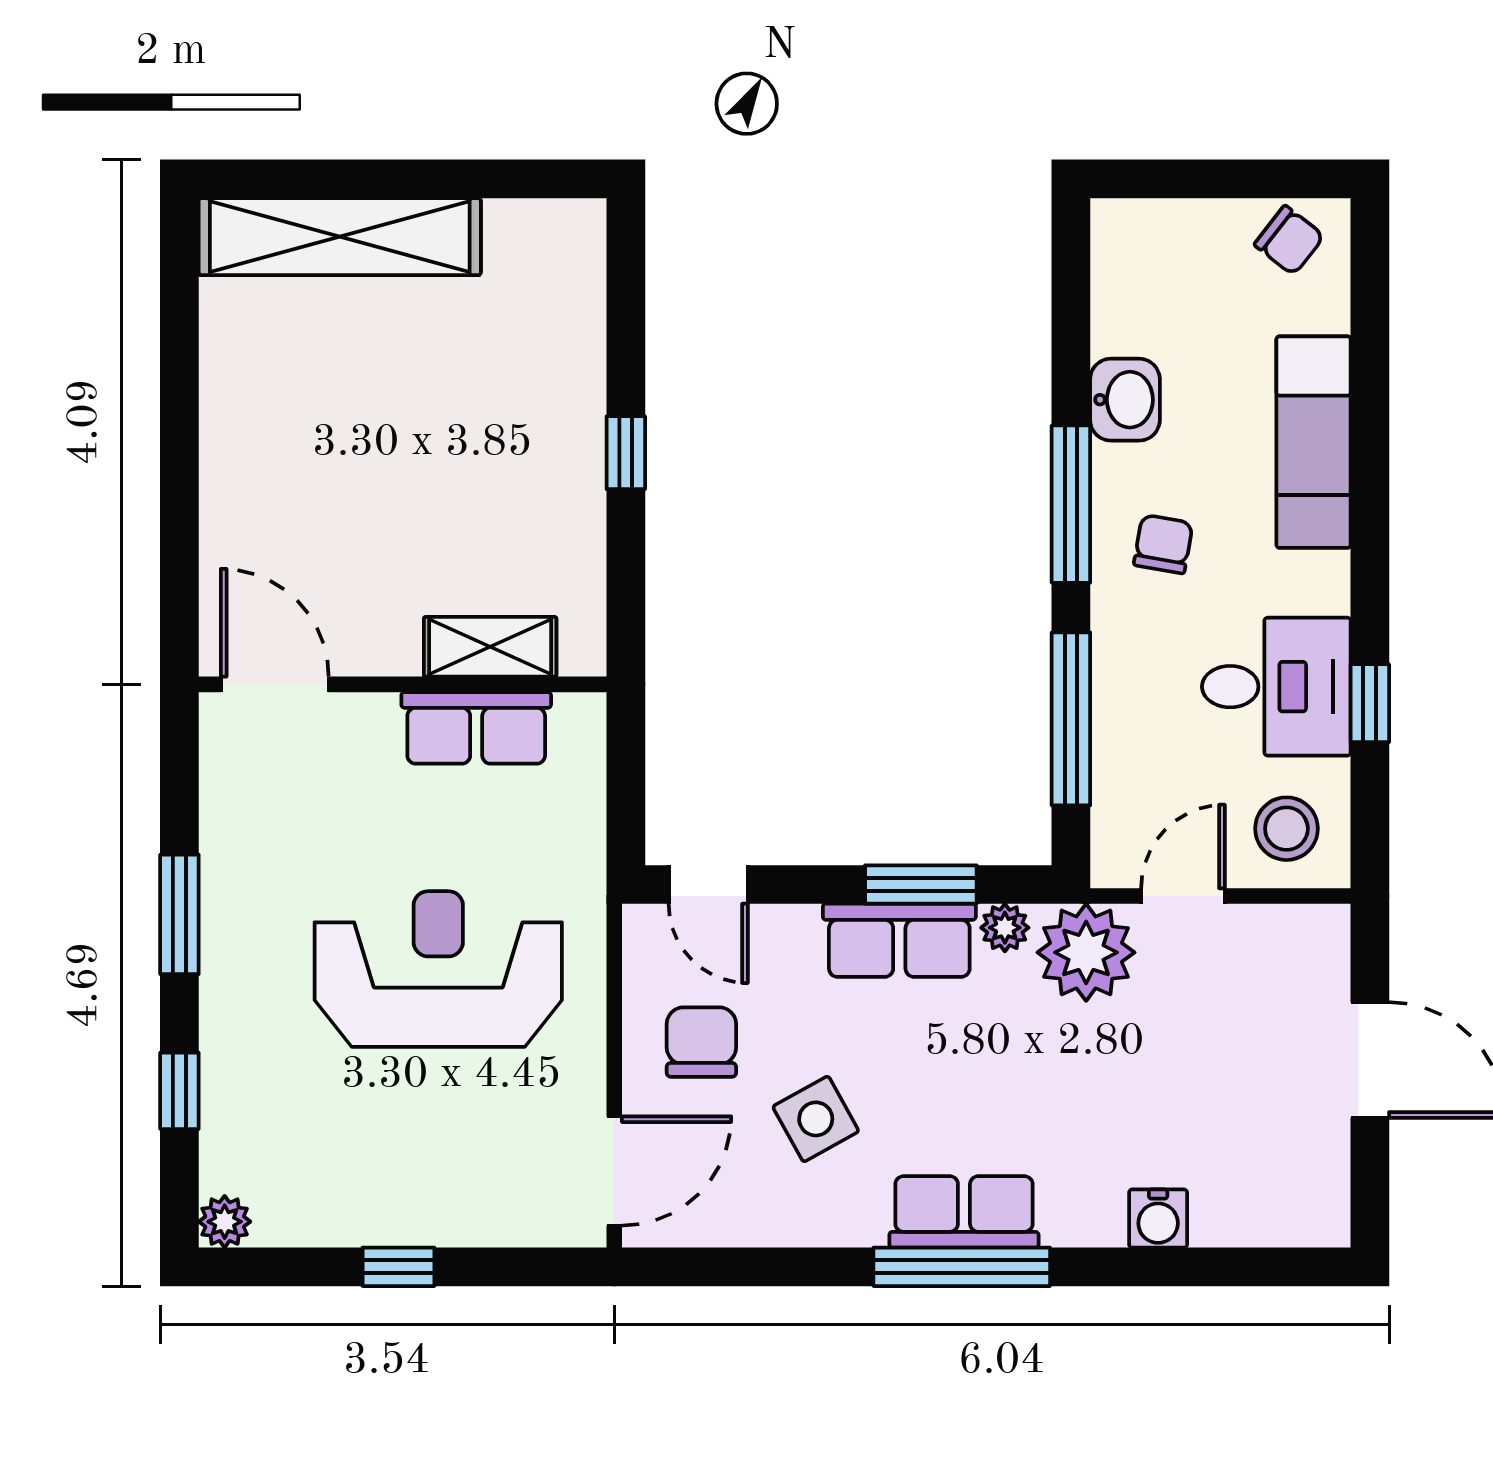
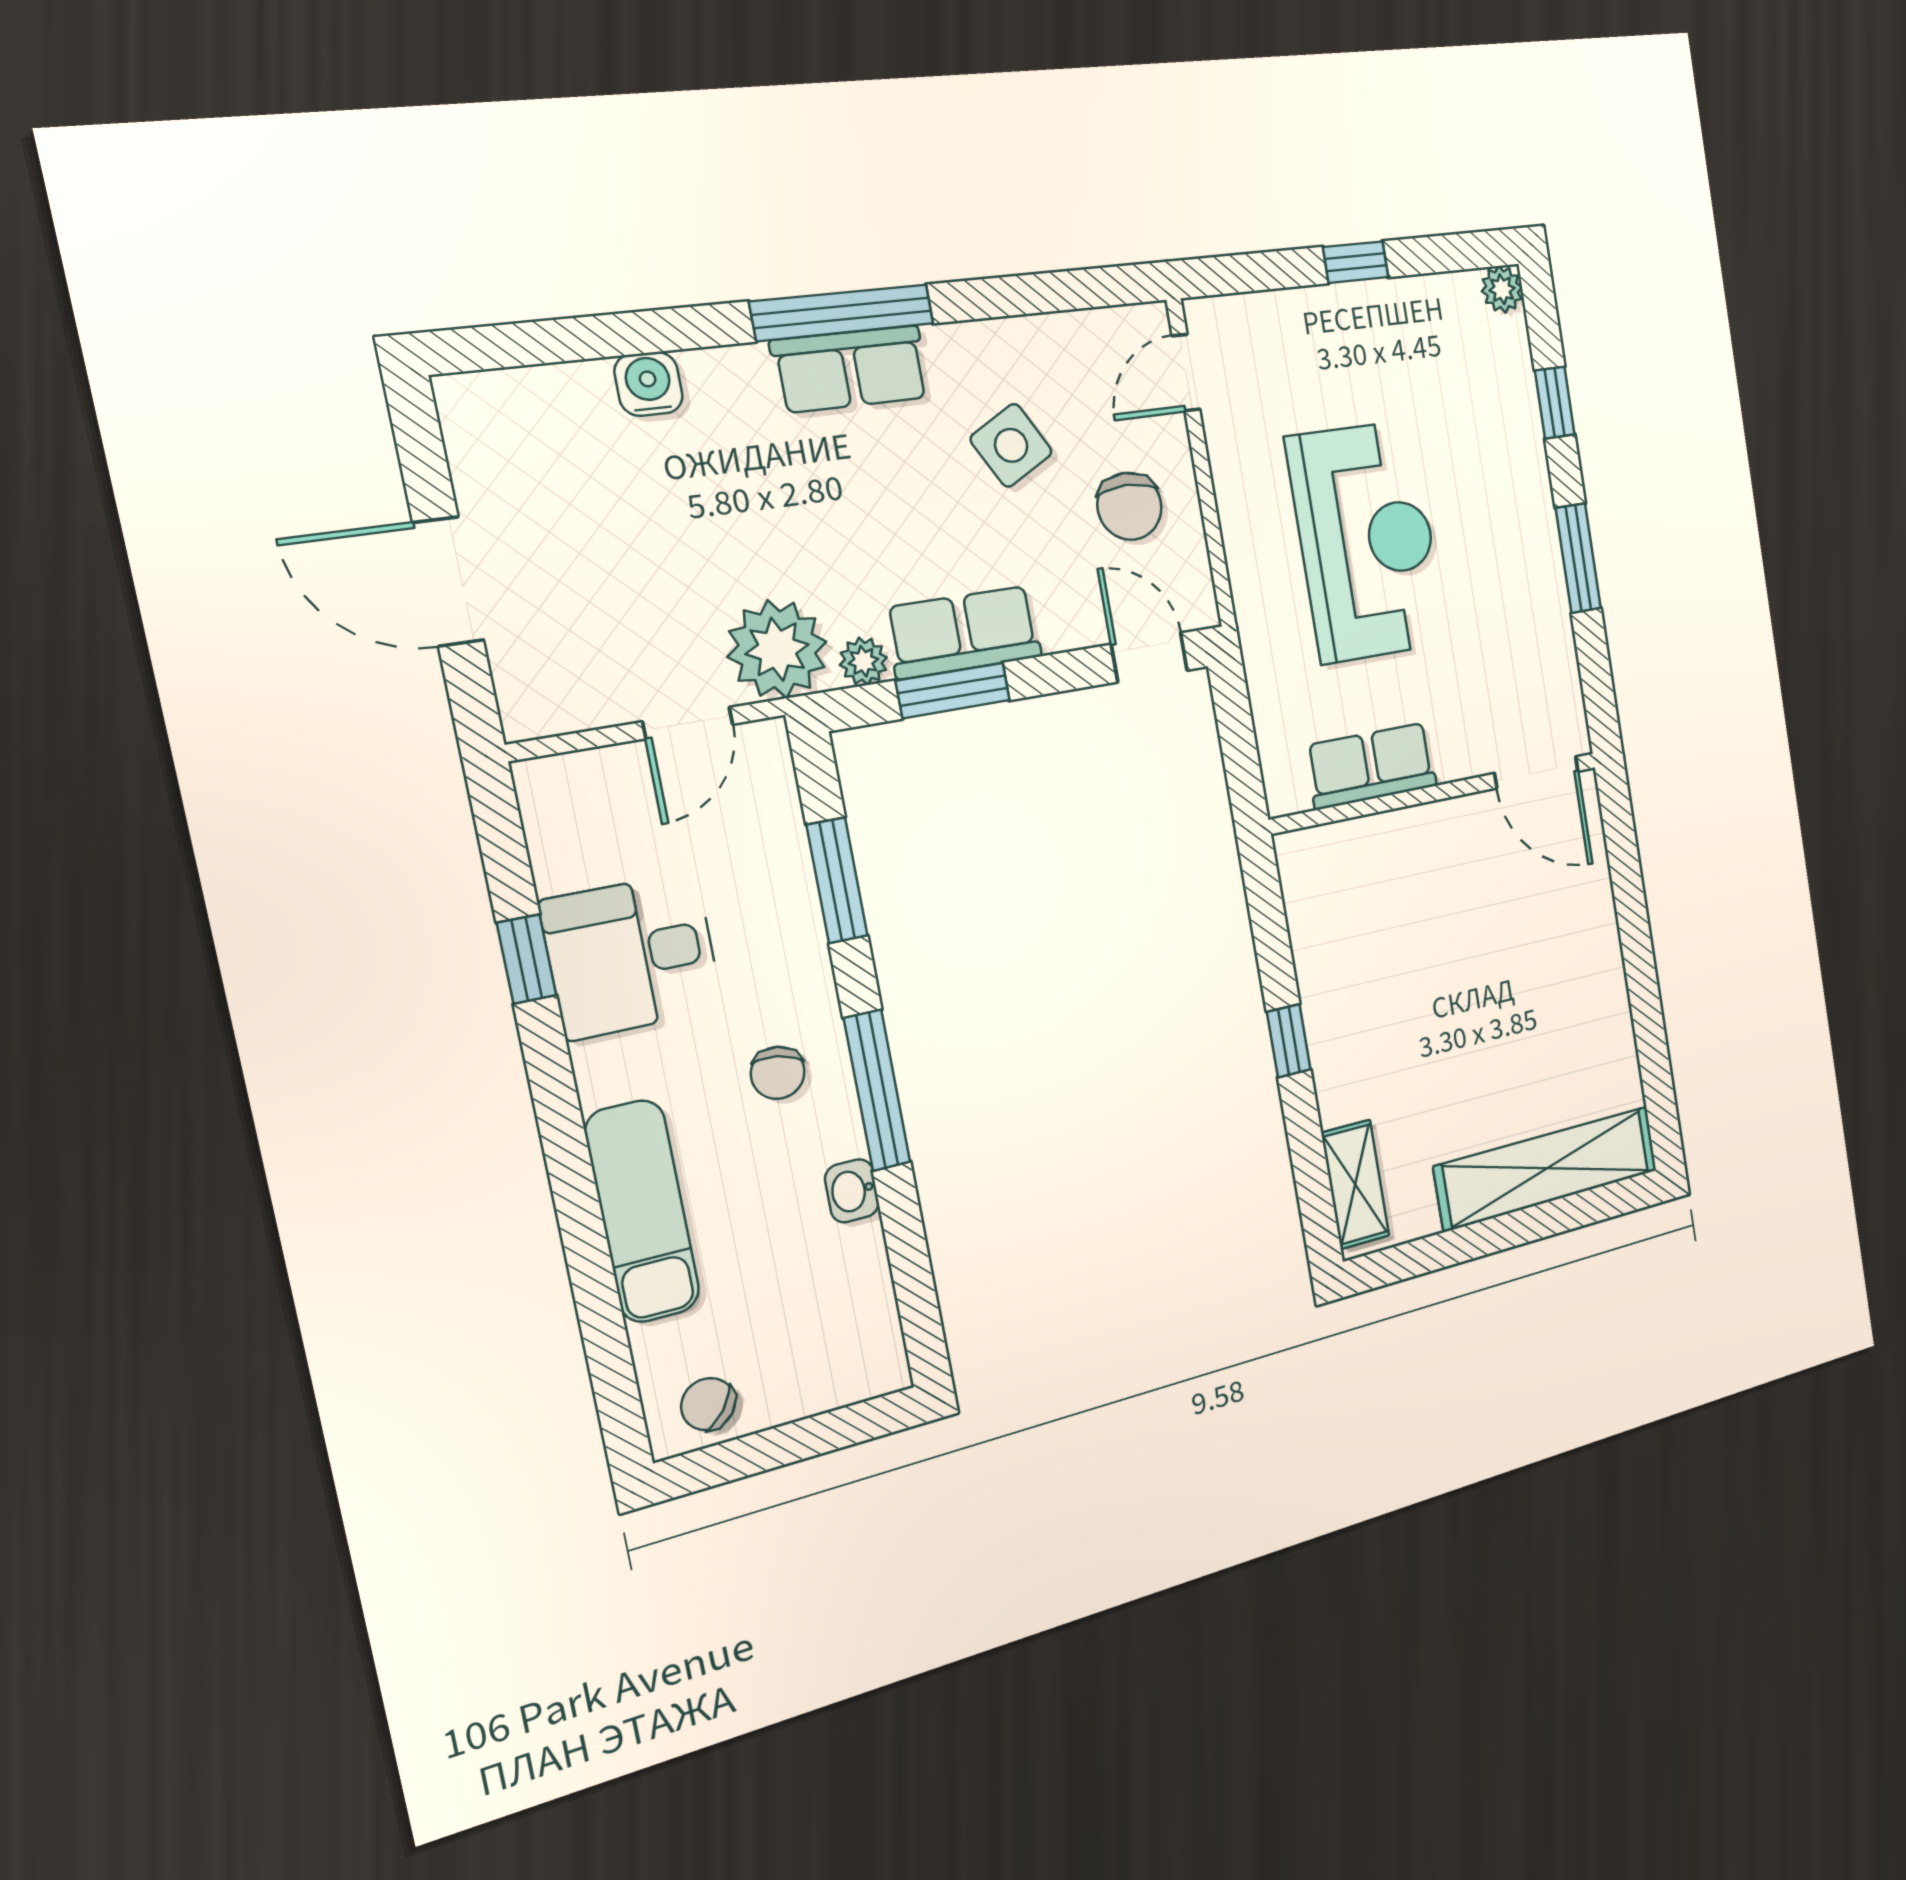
washbasin: (1125, 400) -> (852, 1191), width x0.72, depth x0.69
shelving: (490, 647) -> (1355, 1184), moved, turned 90
window: (1071, 719) -> (837, 880), width x0.69
stool: (1286, 829) -> (591, 812), removed
reception desk: (438, 969) -> (1367, 542), turned -90
door: (614, 1171) -> (1186, 373), width x0.73

